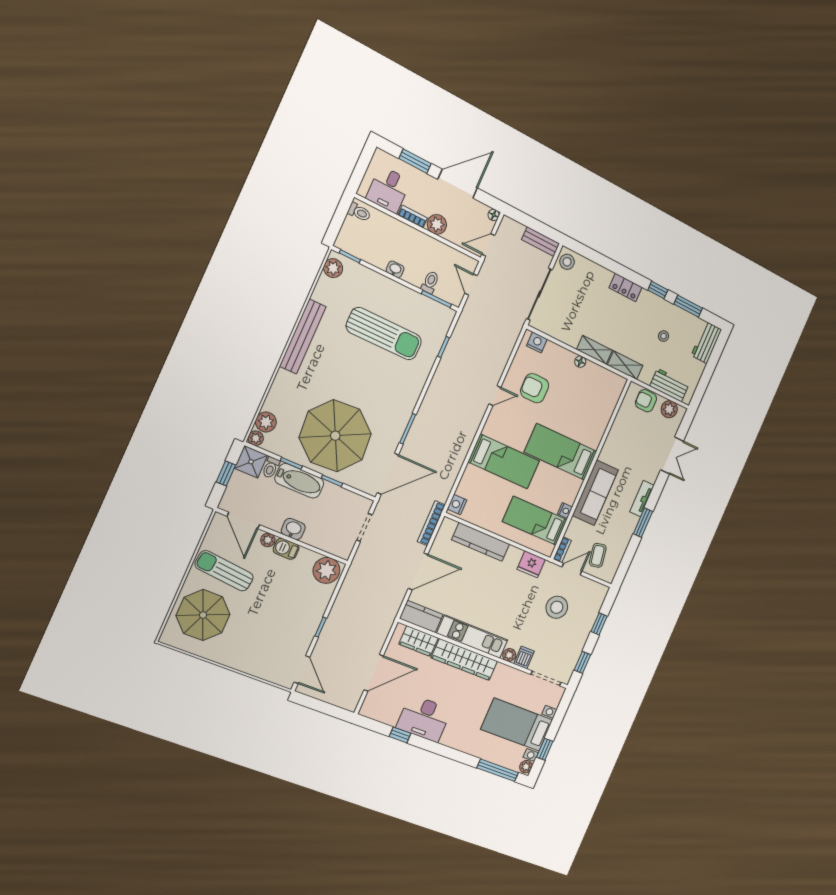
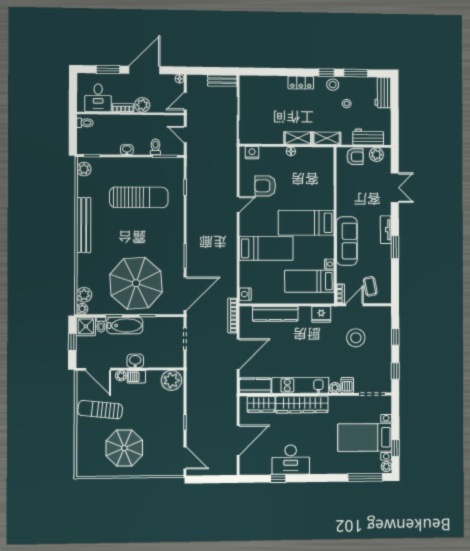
stool: (567, 262) -> (333, 85), moved
armchair: (646, 401) -> (355, 157), turned 180
parasol: (203, 615) -> (124, 448), moved

